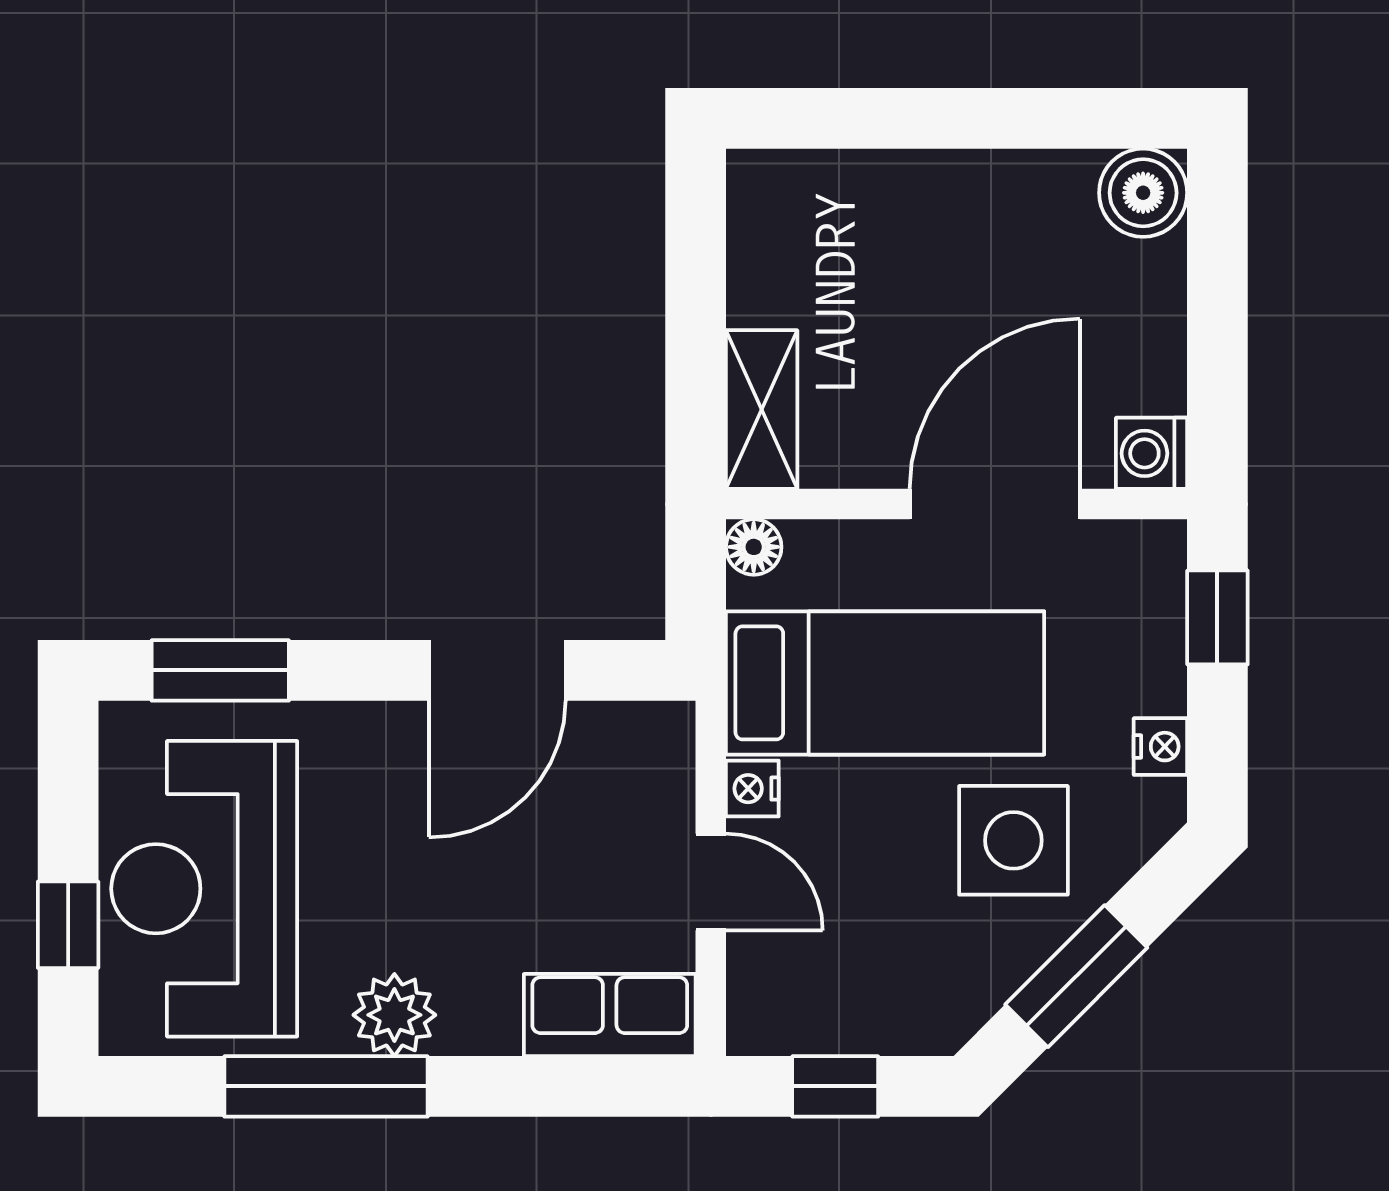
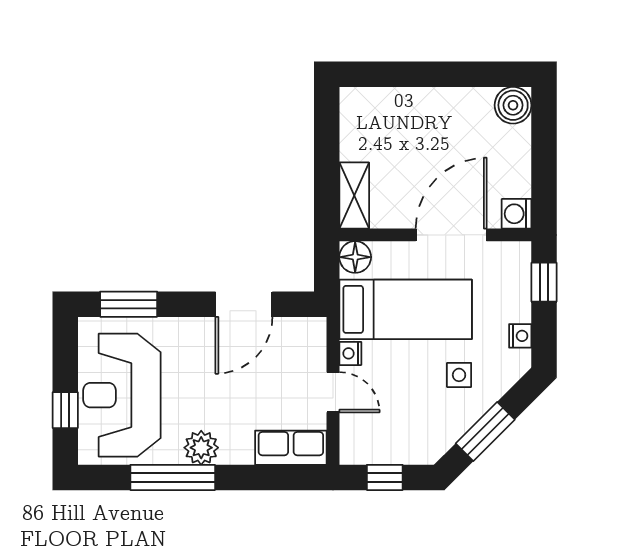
floor lamp: (754, 547) -> (355, 257), width x1.37, depth x1.37
side table: (1013, 840) -> (459, 375), width x0.54, depth x0.54

